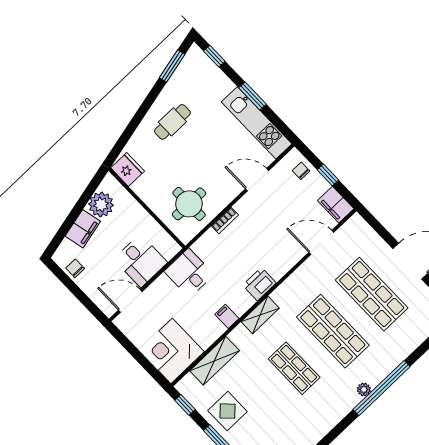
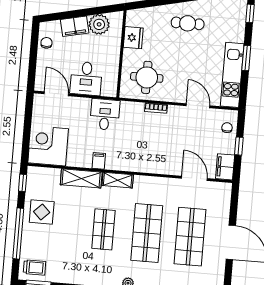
fridge: (128, 170) -> (133, 38), moved
printer: (259, 284) -> (136, 163), removed
shelving: (215, 361) -> (81, 178), moved

